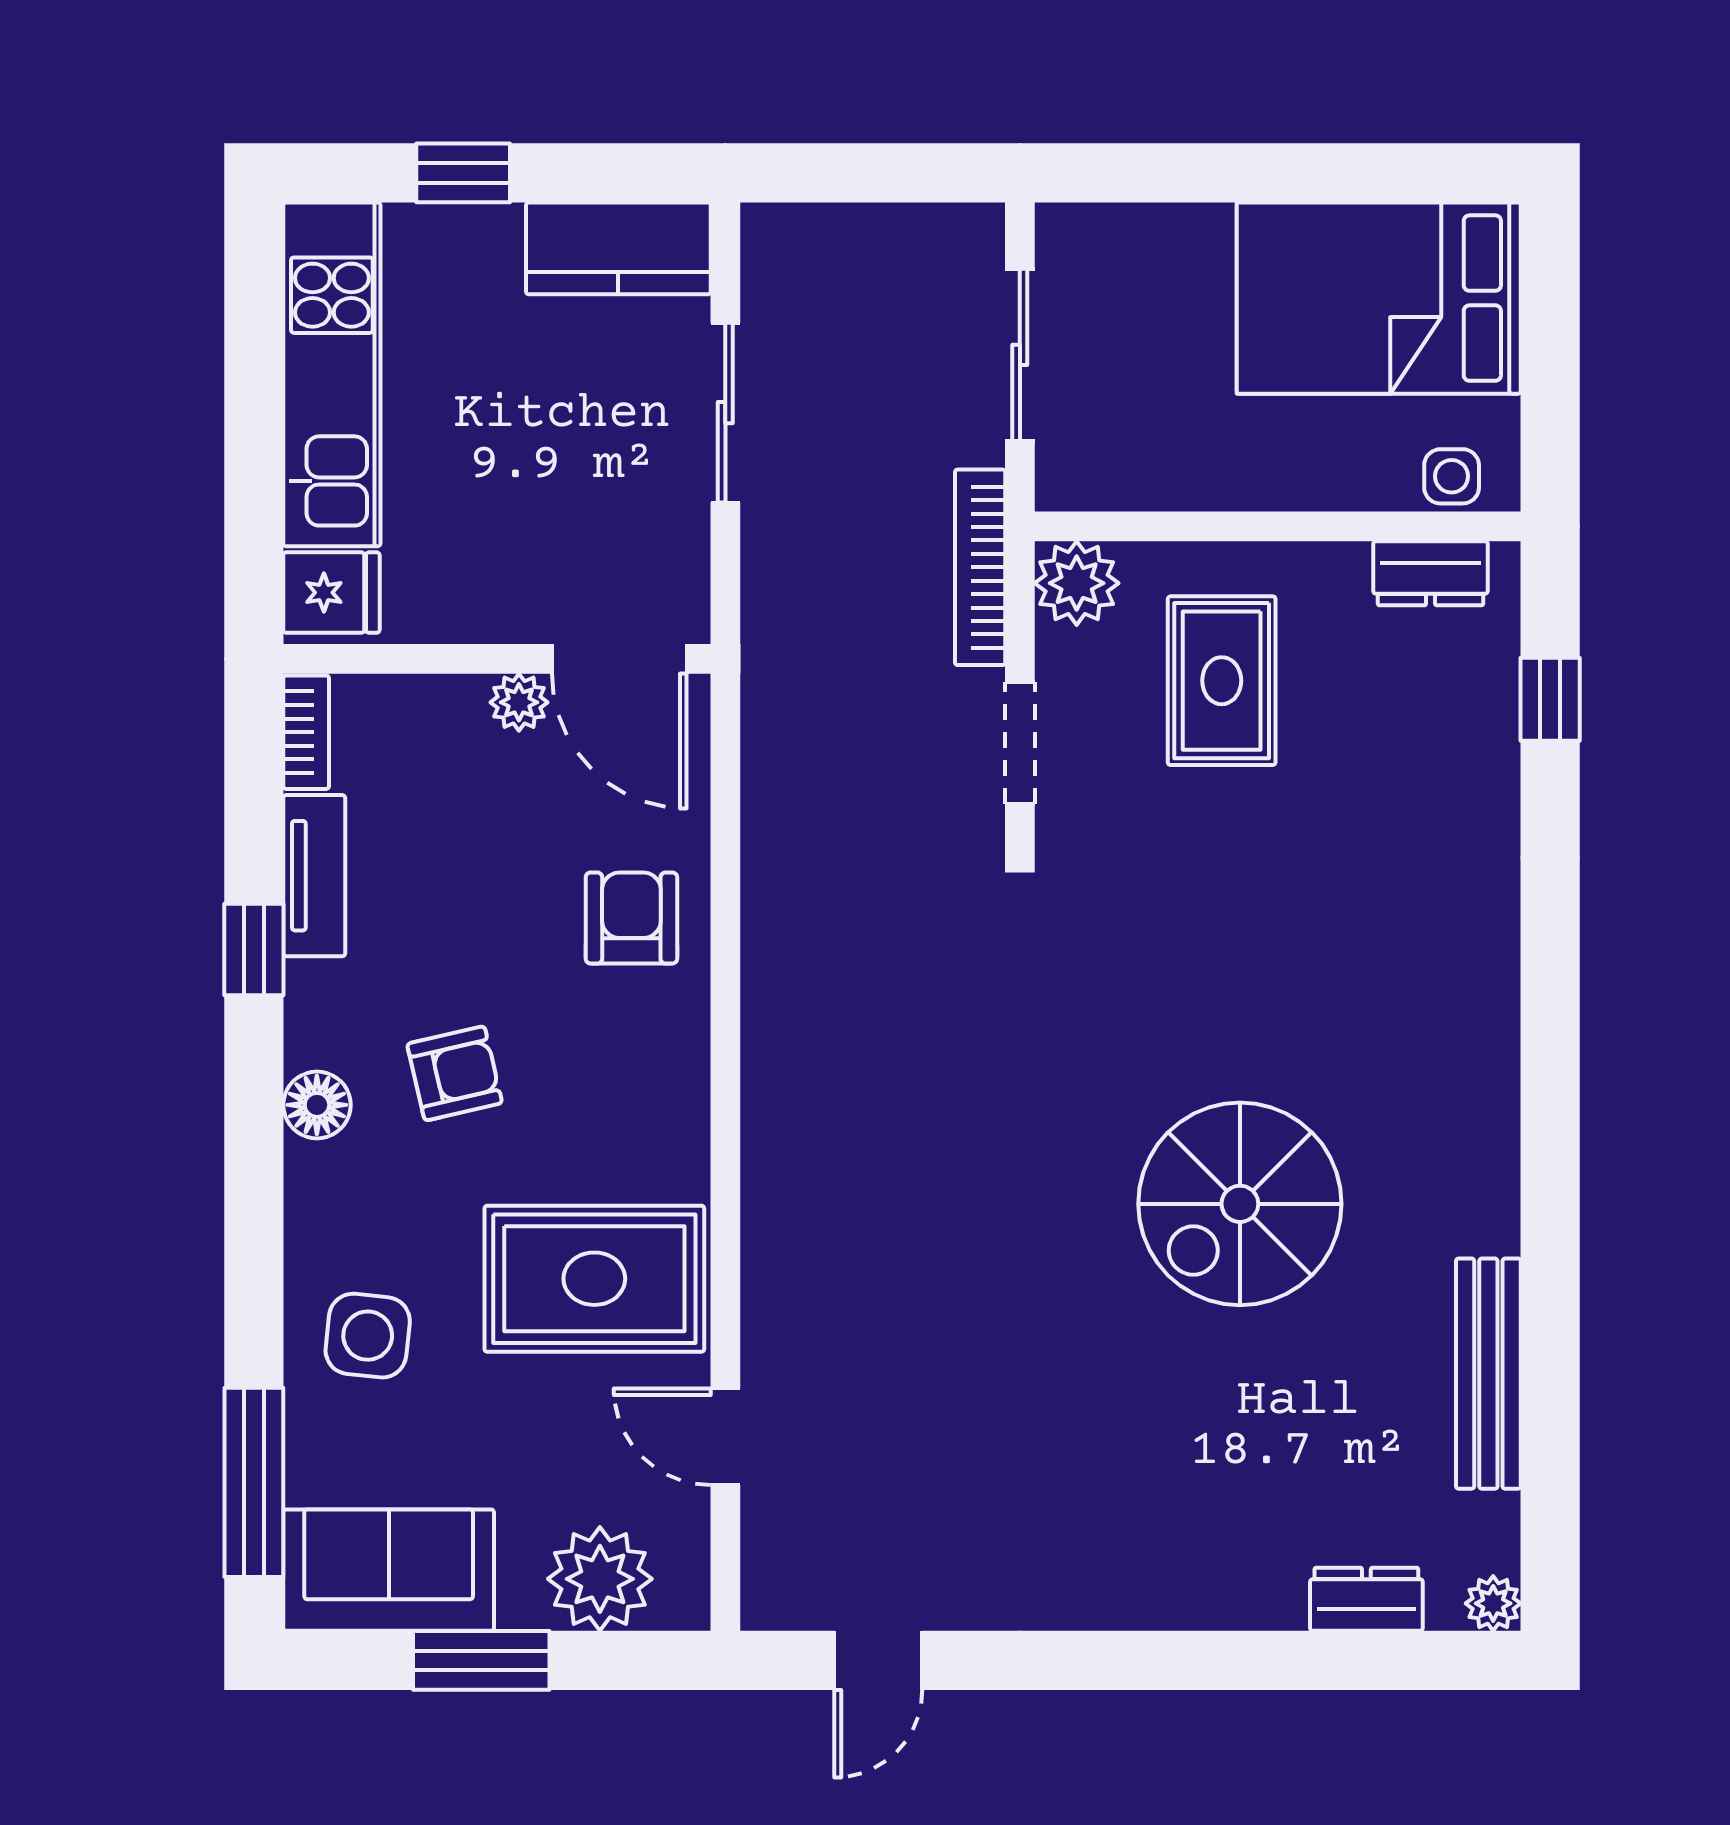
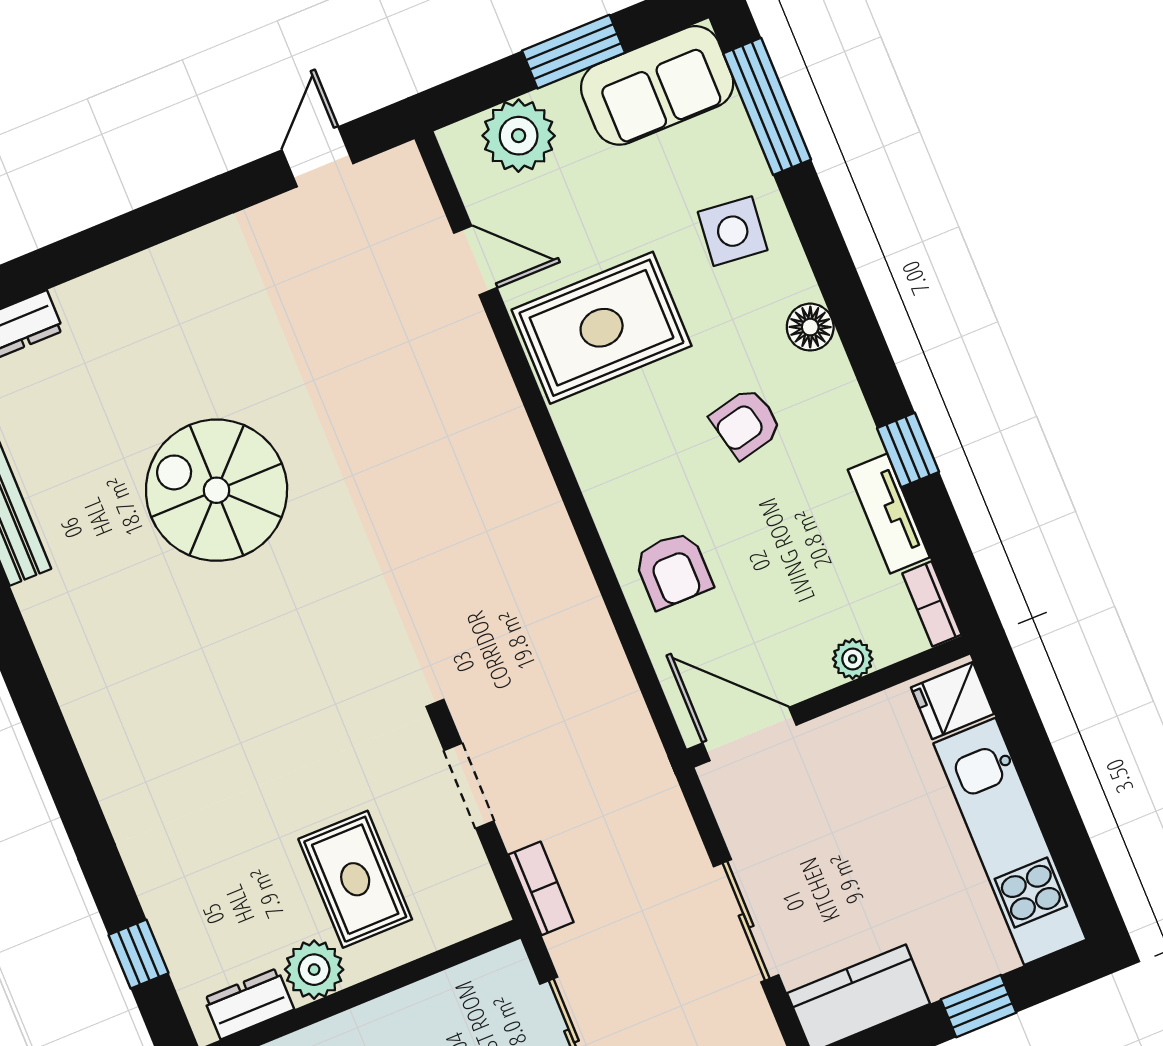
bookcase: (980, 567) -> (541, 888), width x0.64
plant: (1077, 583) -> (314, 970), moved
plant: (519, 702) -> (853, 659), moved
floor lamp: (317, 1105) -> (810, 327), moved
spiral stairs: (1240, 1204) -> (217, 490), moved, turned -90

